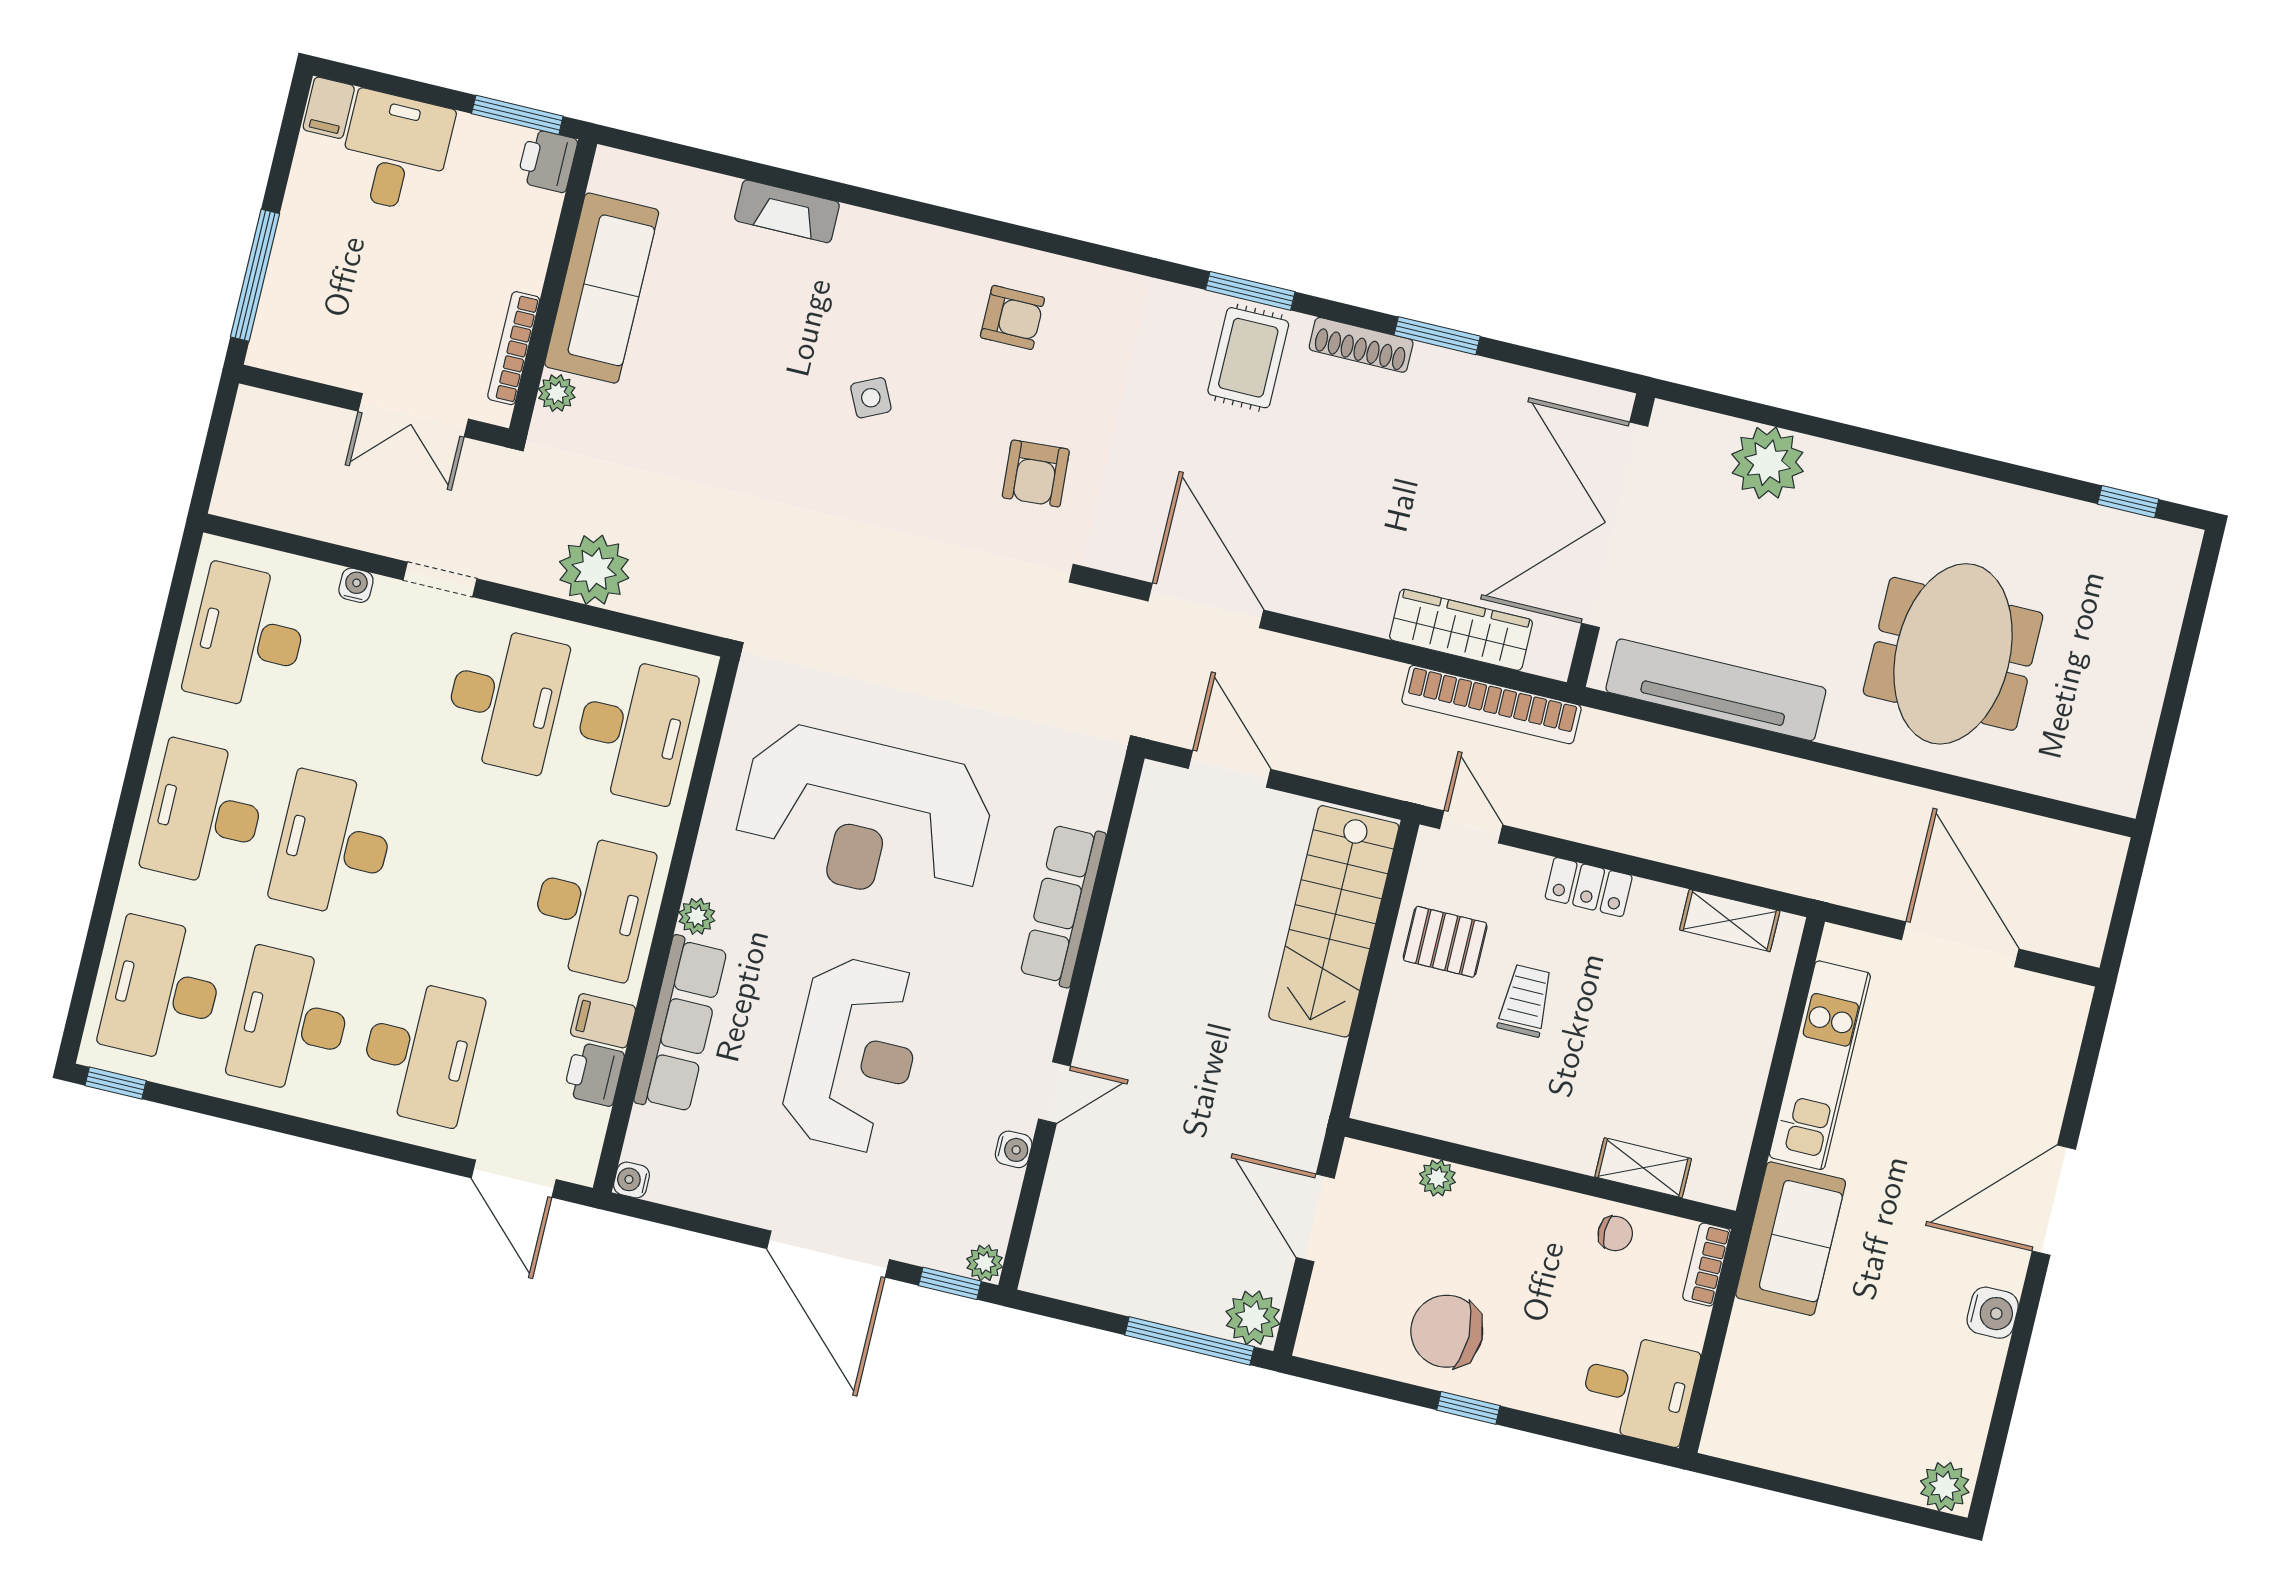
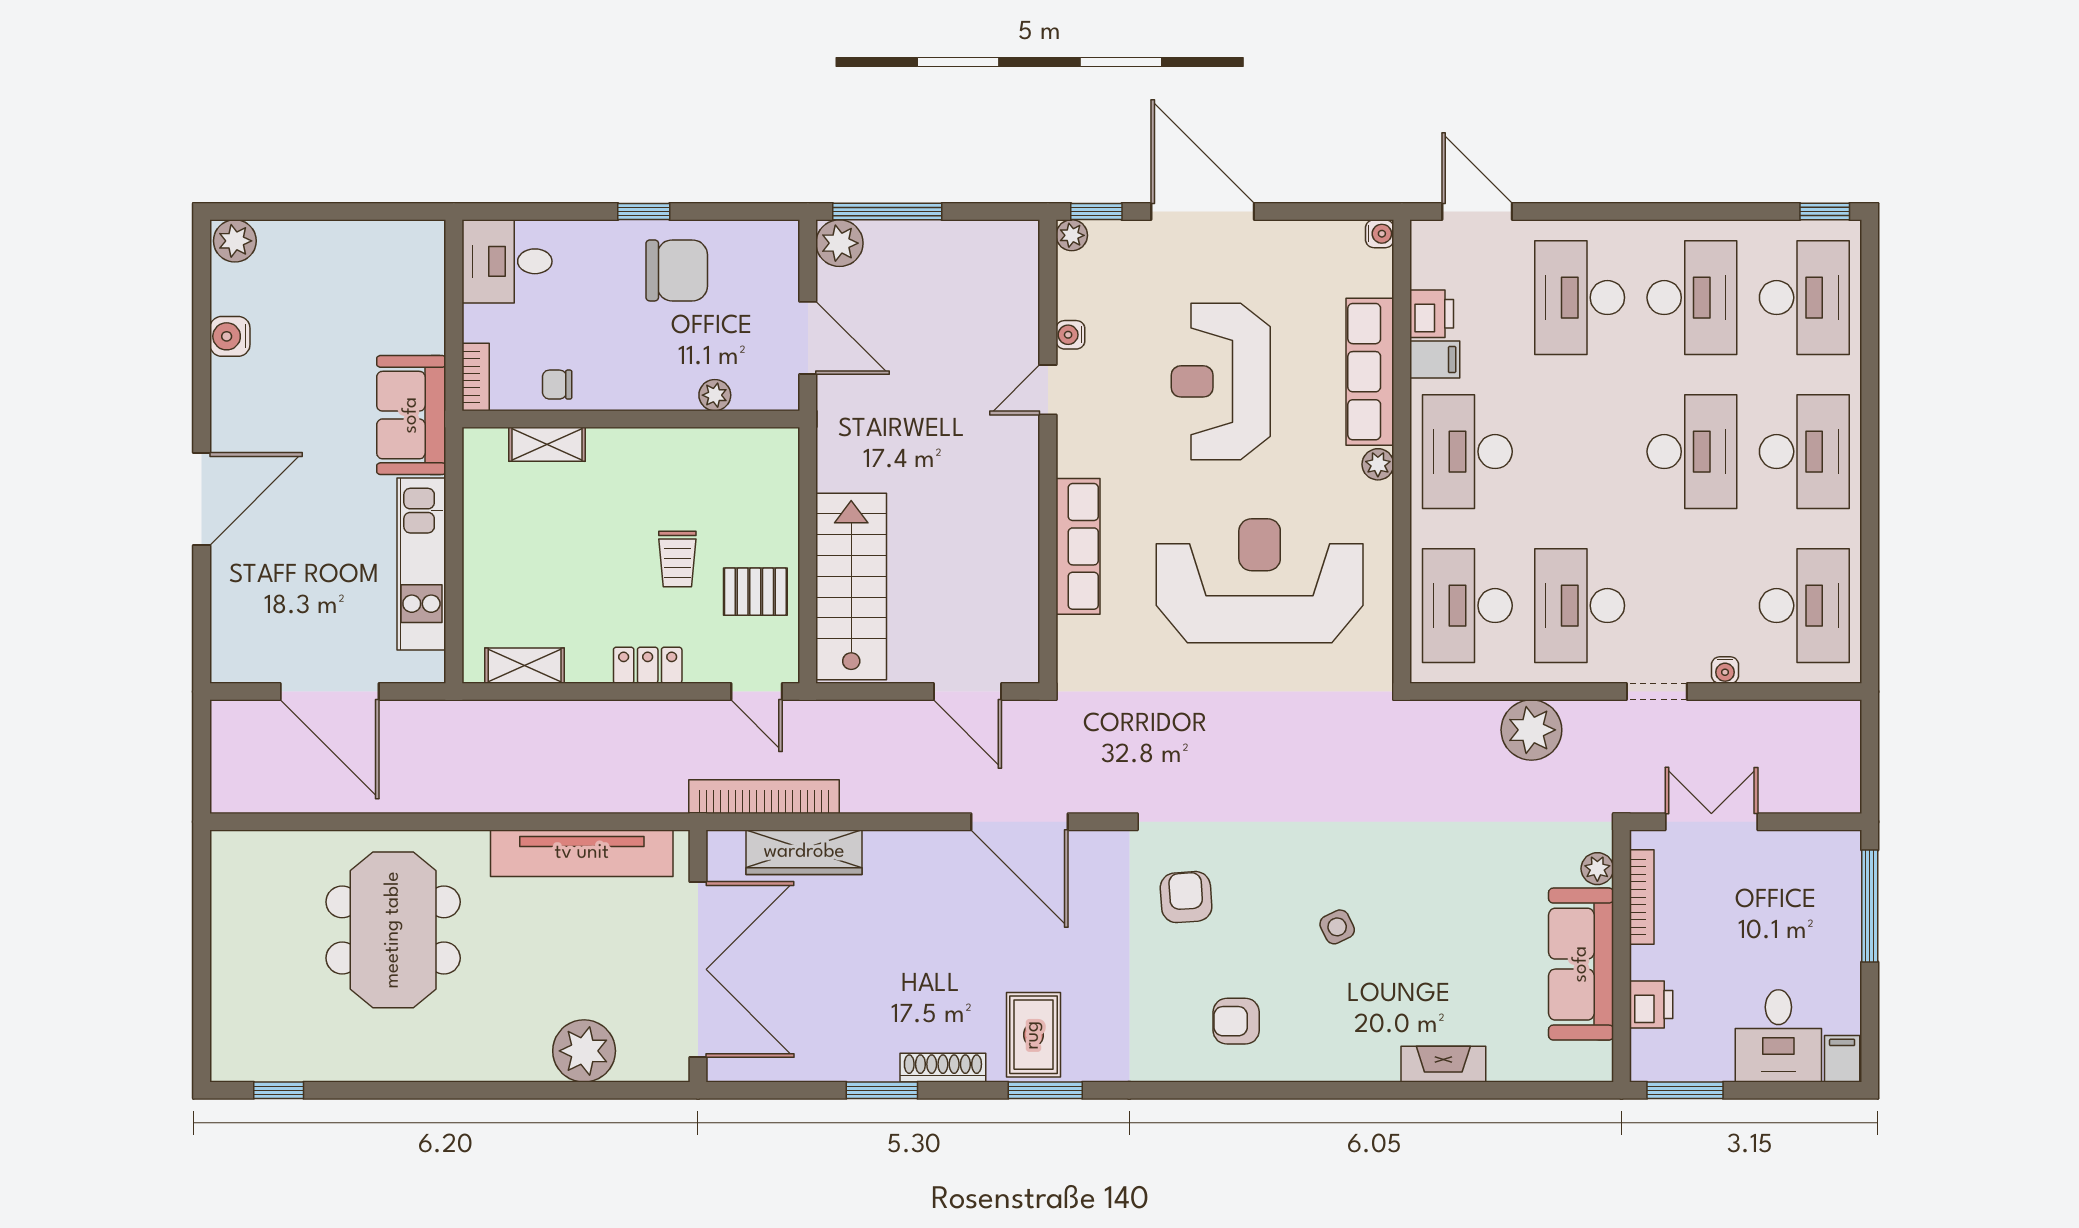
printer: (547, 161) -> (1651, 1005), moved
water cooler: (1993, 1313) -> (230, 336), moved

